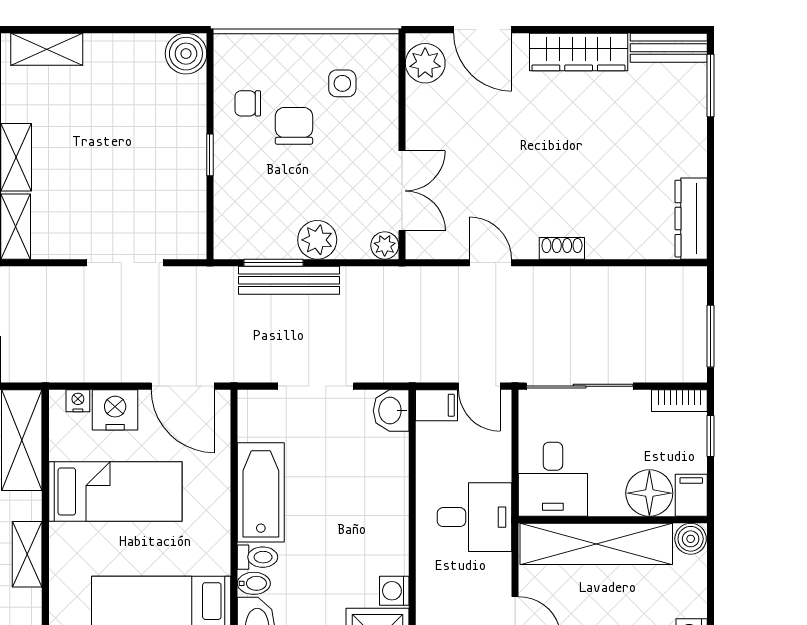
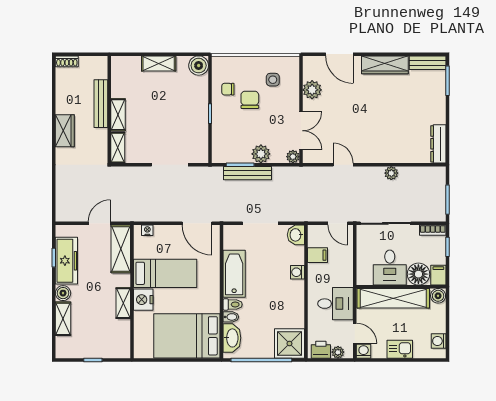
shelving: (47, 49) -> (159, 63), moved
plant: (425, 63) -> (312, 90), moved
shoe rack: (562, 248) -> (377, 158), removed
plant: (592, 280) -> (391, 173), added
filing cabinet: (437, 405) -> (318, 255), moved
nightstand: (115, 410) -> (143, 300), moved, turned -90
desk: (553, 479) -> (390, 268), moved
desk: (475, 517) -> (336, 304), moved
washing machine: (394, 591) -> (297, 272), moved

